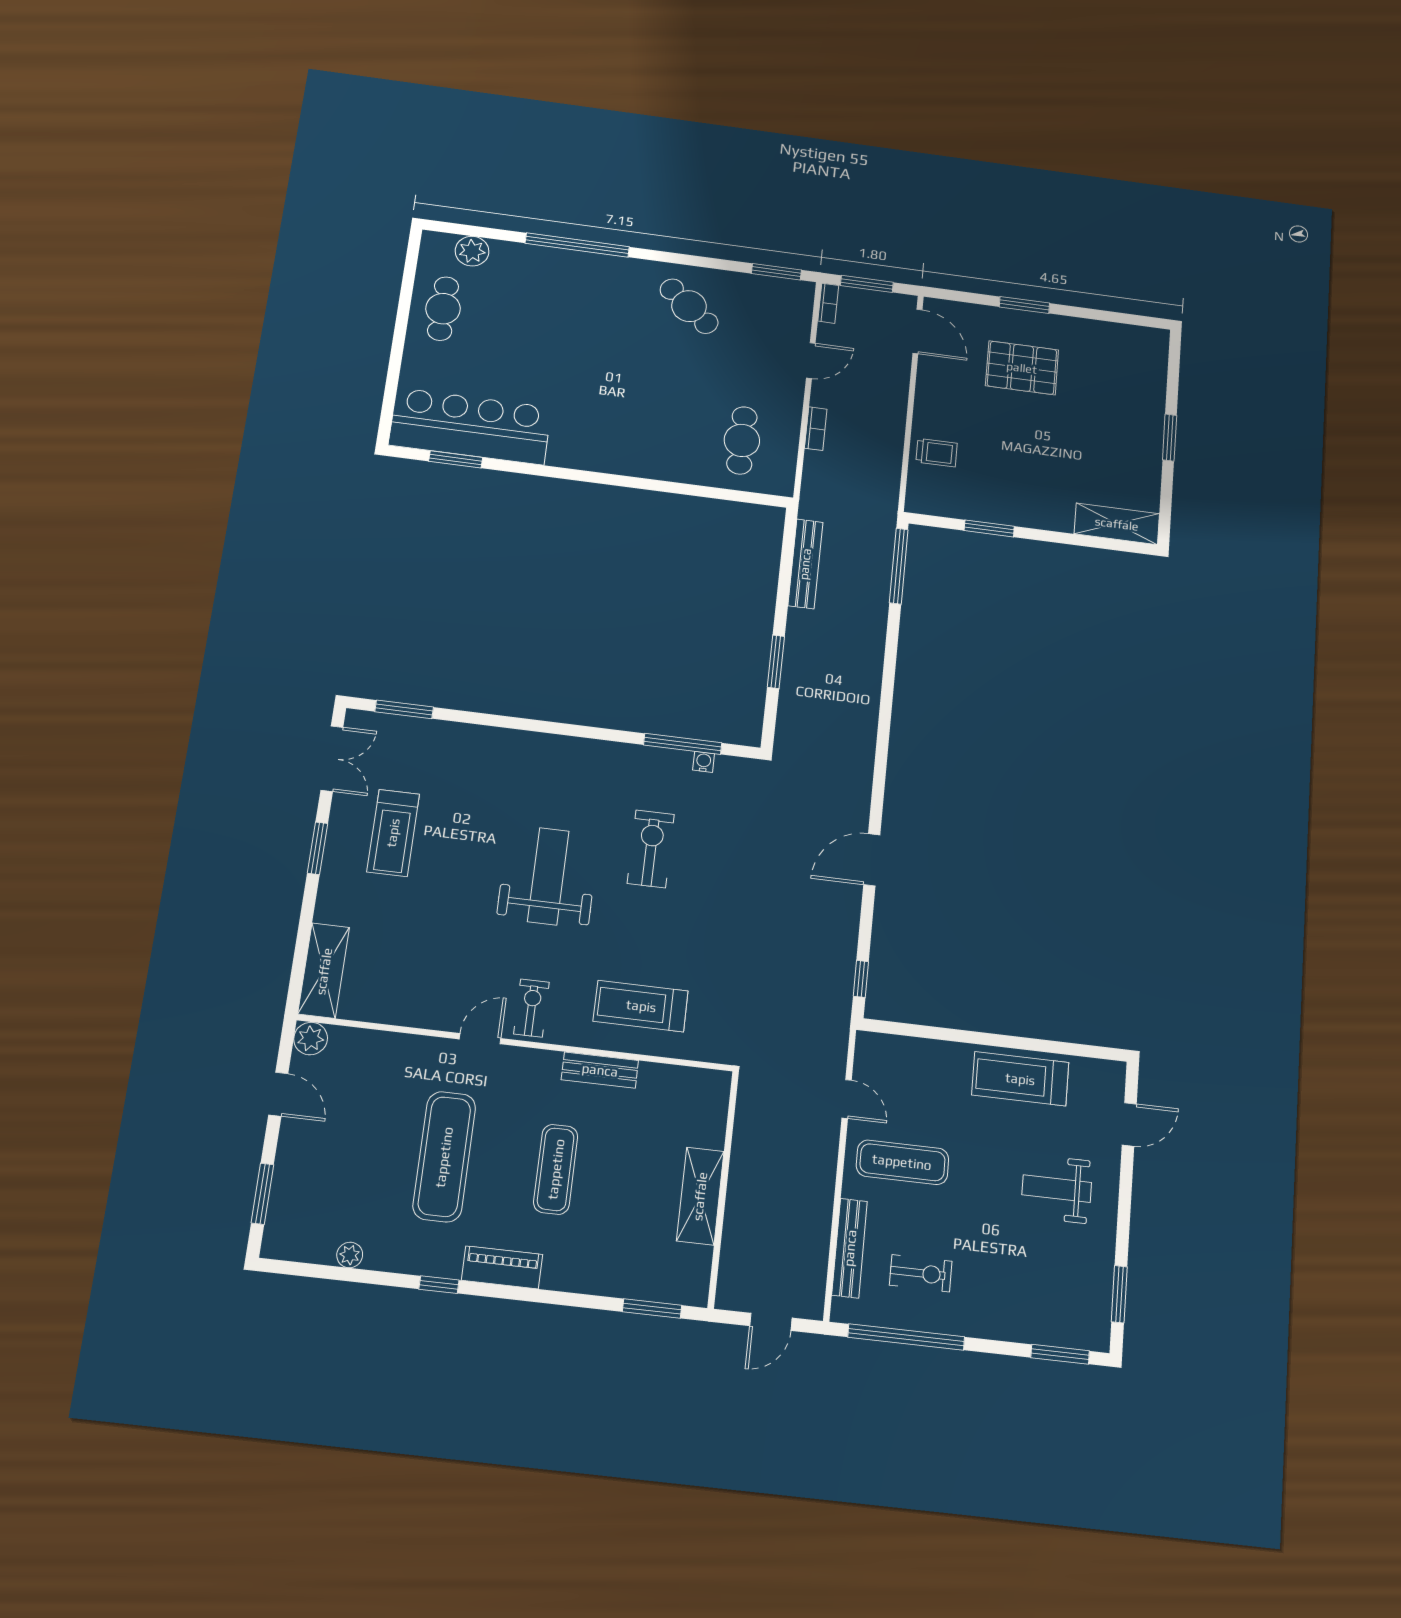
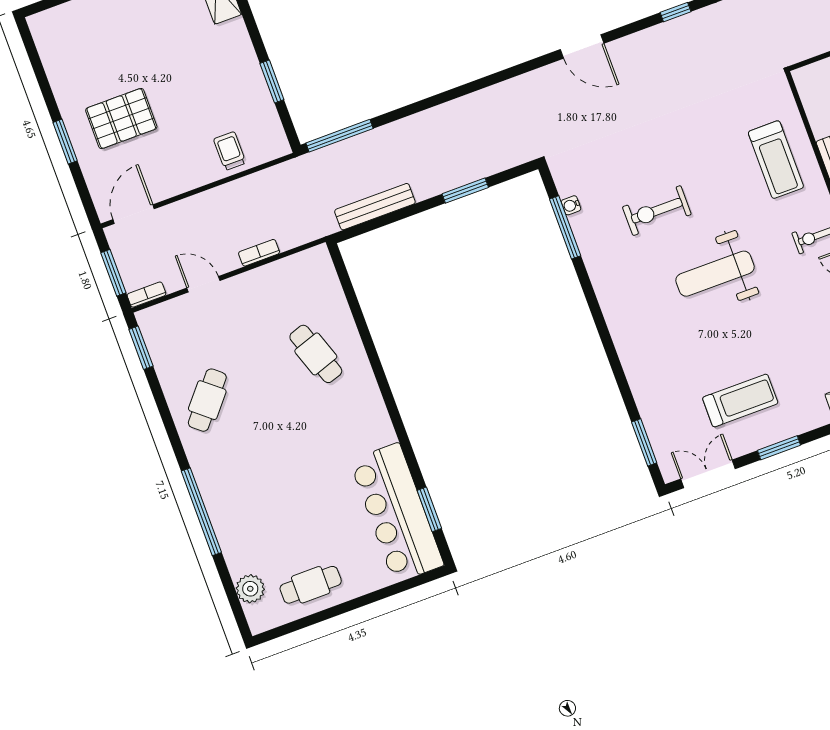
pallet: (1022, 368) -> (121, 118), turned 90
cafe table: (742, 440) -> (316, 354), moved, turned 71

